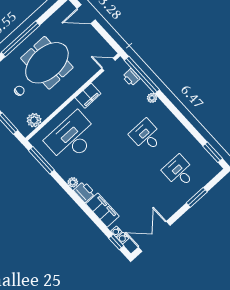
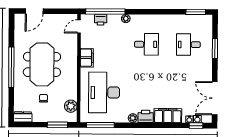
desk: (146, 136) -> (146, 44), turned 180

